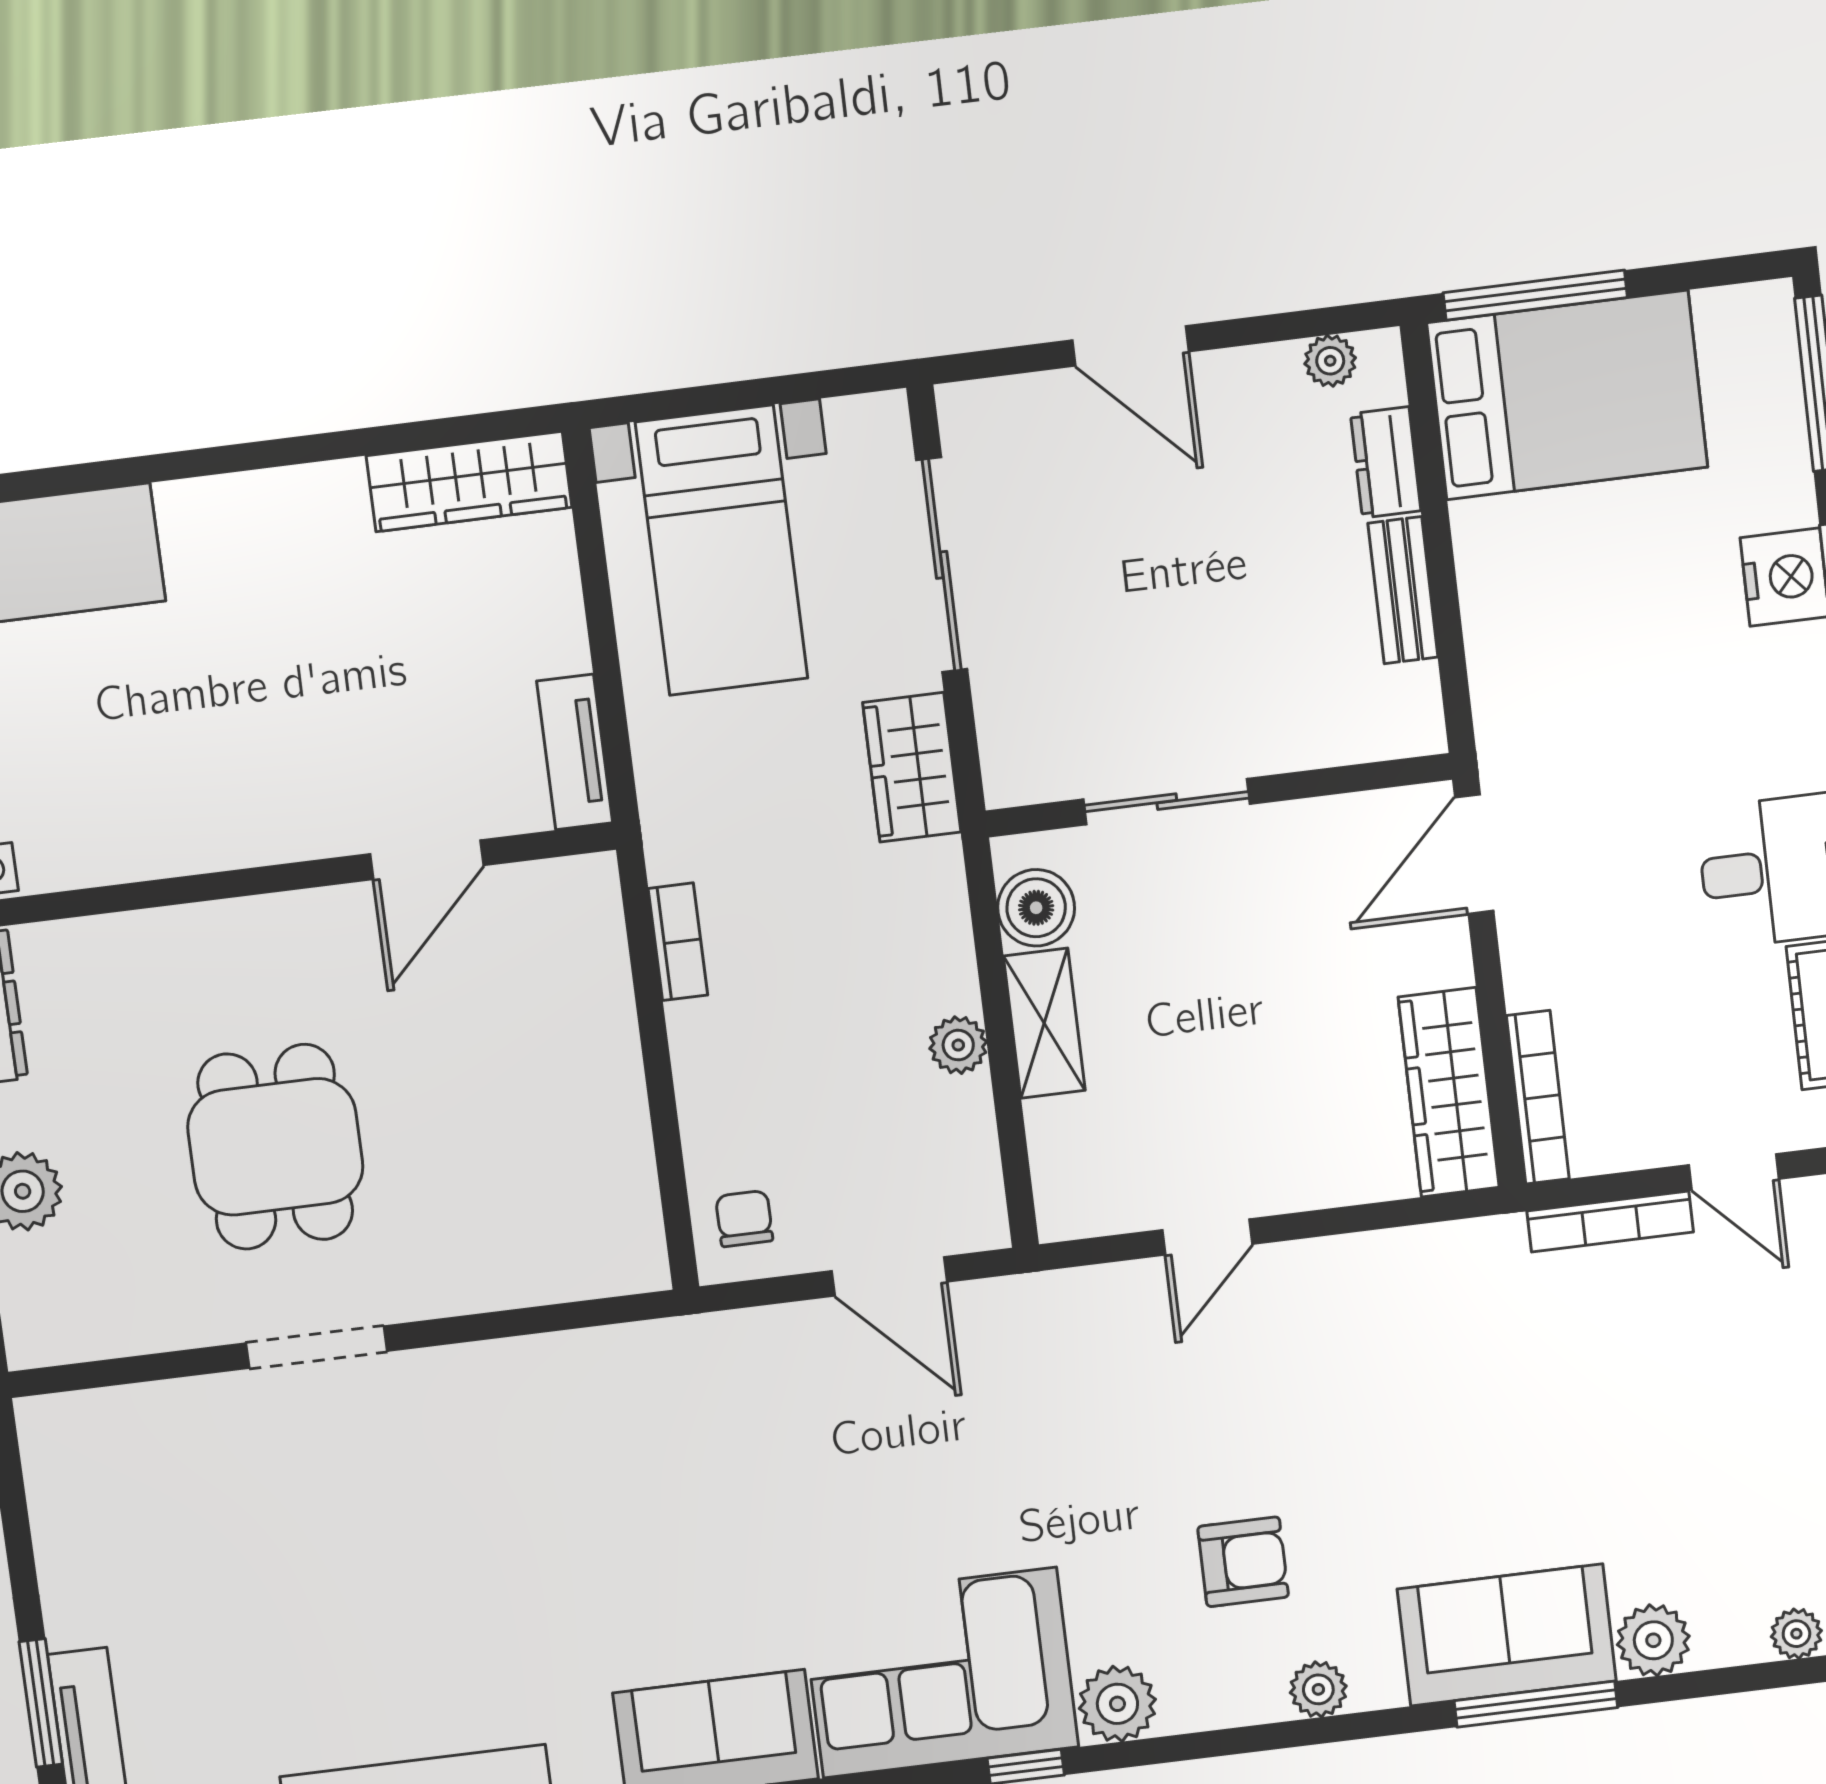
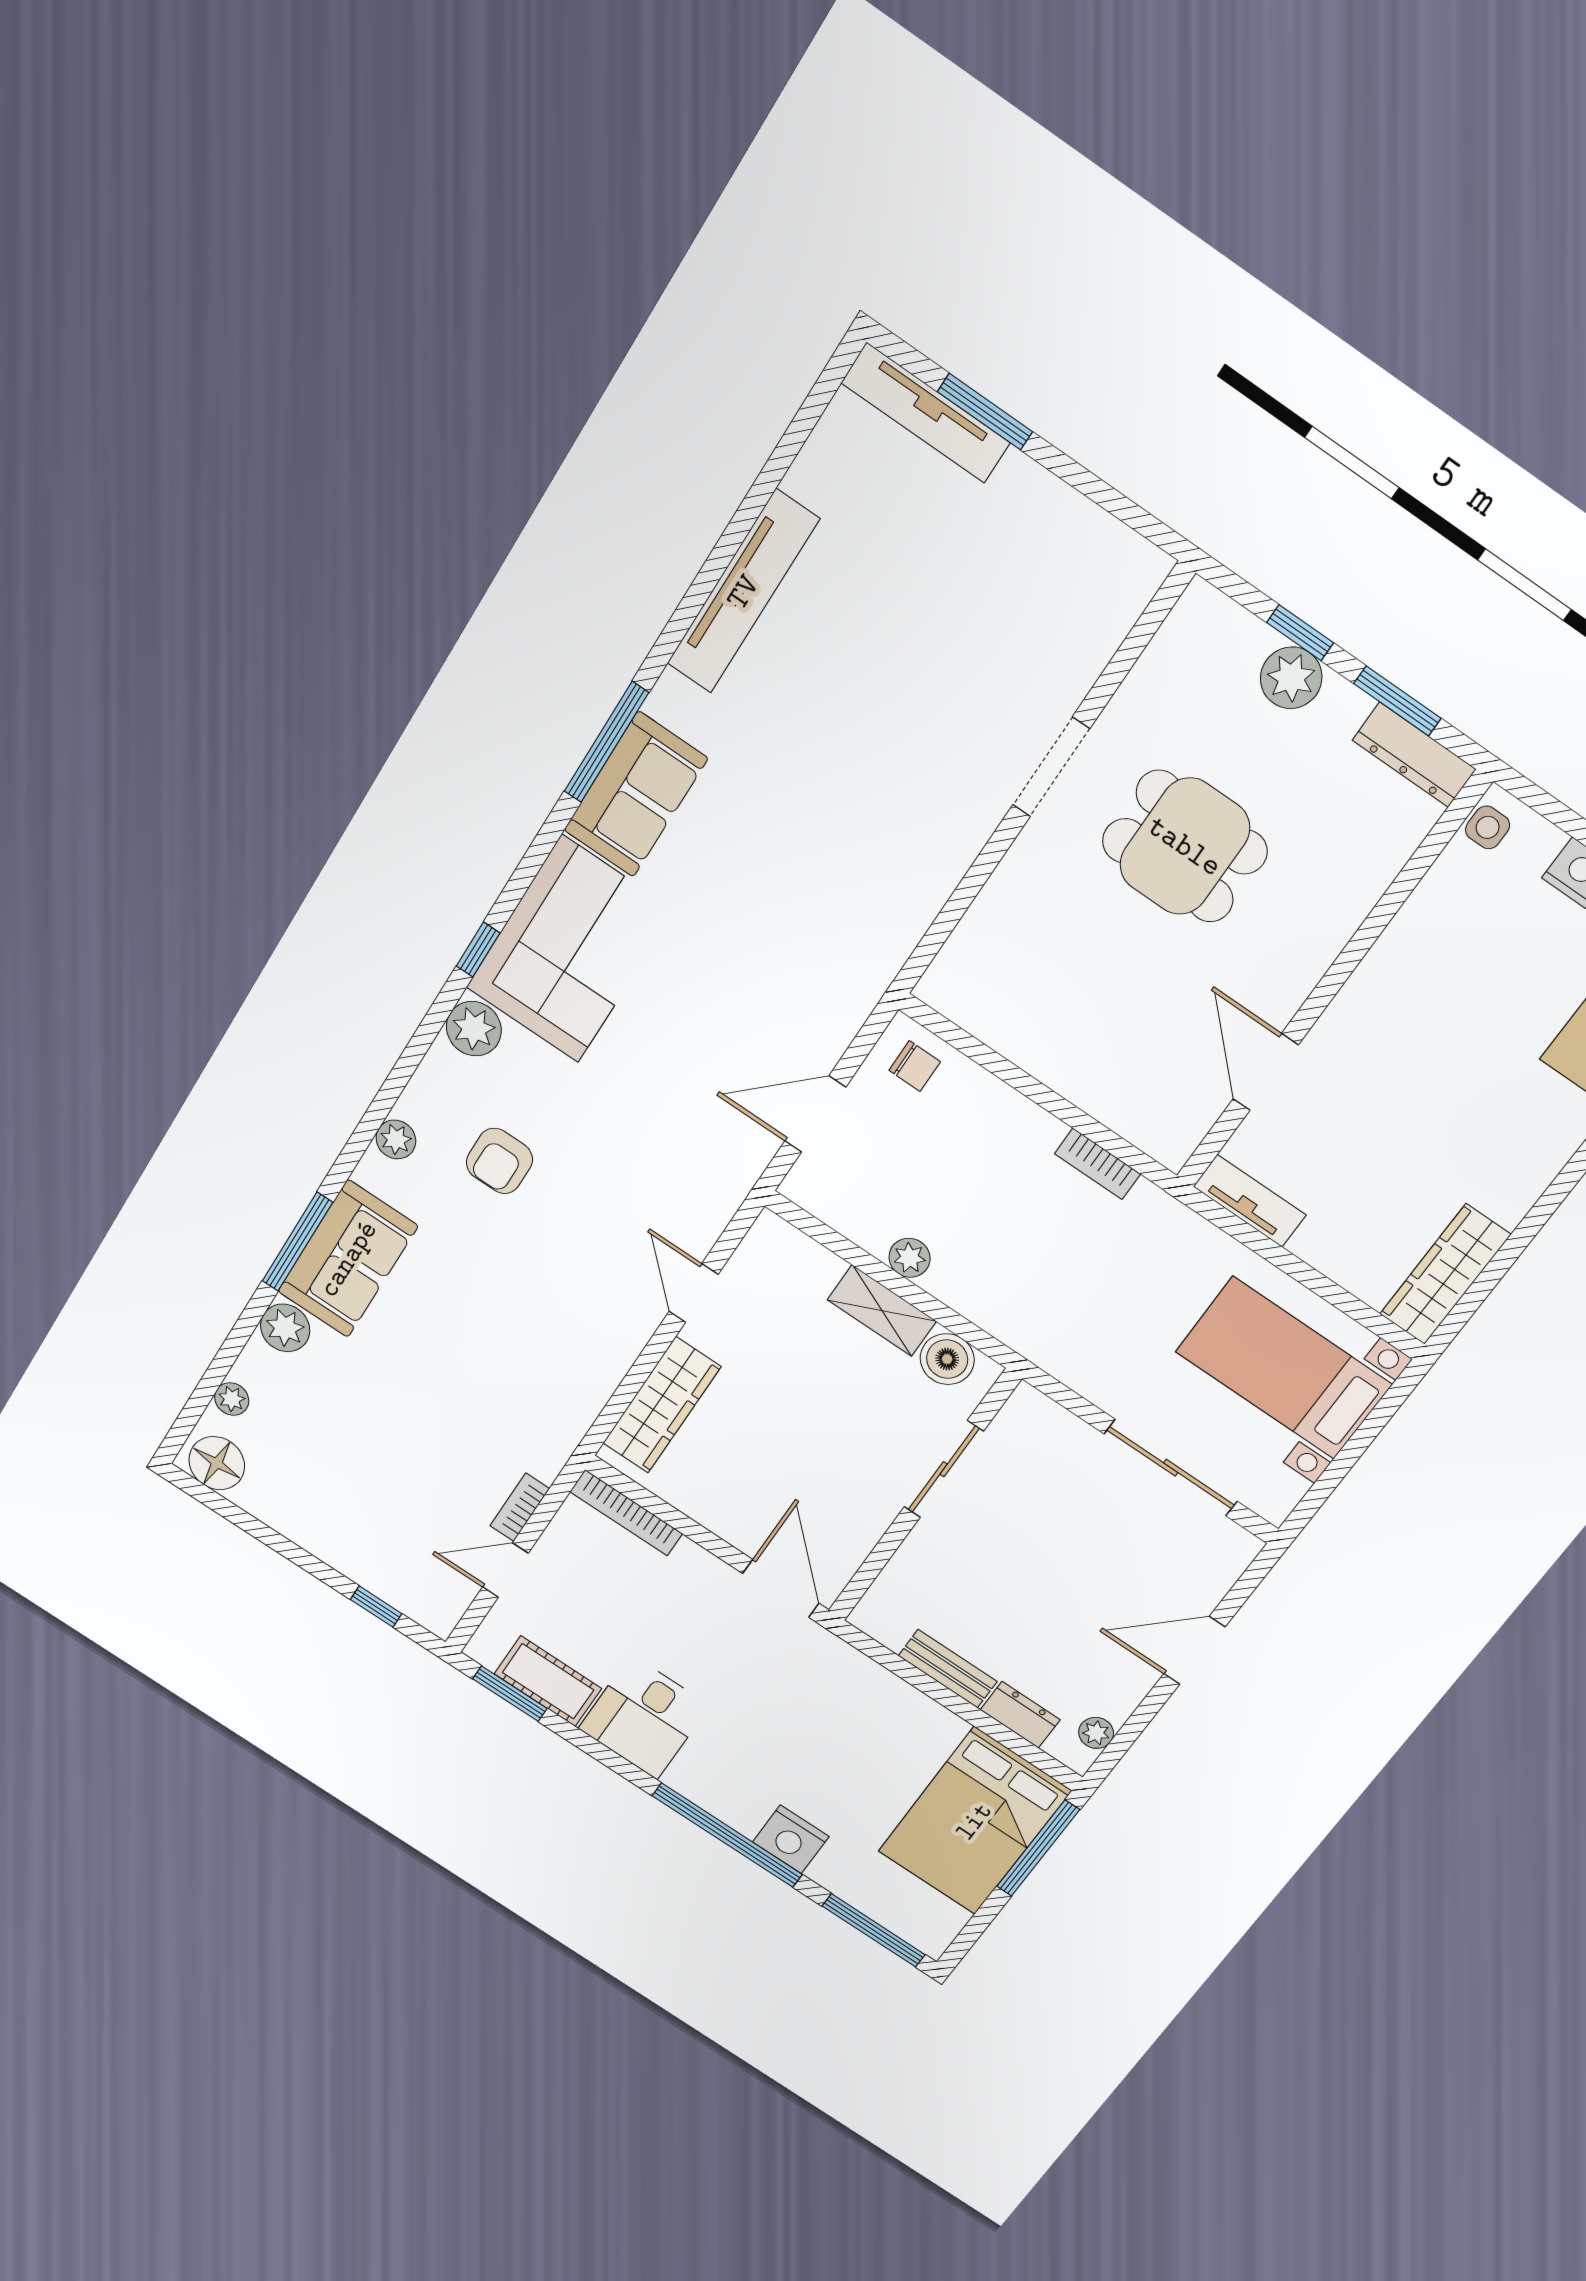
wardrobe: (912, 767) -> (1079, 1362), removed
wardrobe: (1449, 1092) -> (662, 1405), moved, turned 90
bookcase: (1610, 1222) -> (520, 1507), width x0.64

